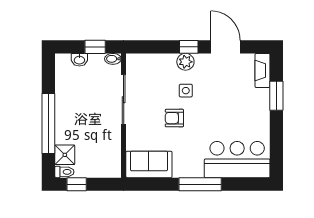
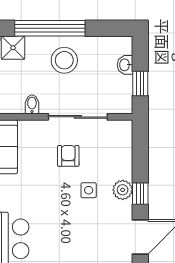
bidet: (113, 59) -> (32, 104), moved
stool: (75, 111) -> (64, 60), added
armchair: (174, 118) -> (68, 156), moved

